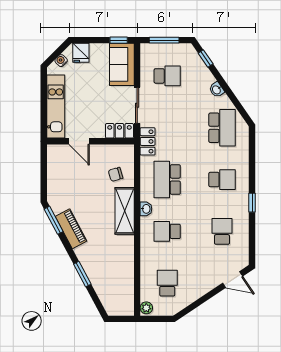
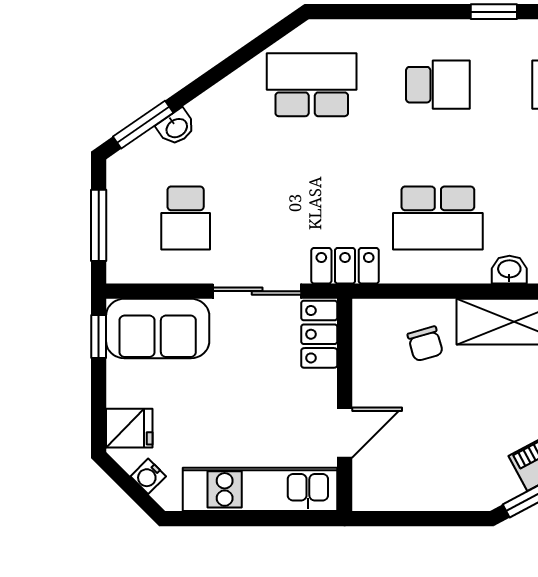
window: (206, 58) -> (143, 125), width x1.50
school desk: (167, 76) -> (186, 218), turned 180
washbasin: (217, 90) -> (176, 127), moved
school desk: (222, 180) -> (438, 85), turned 90

